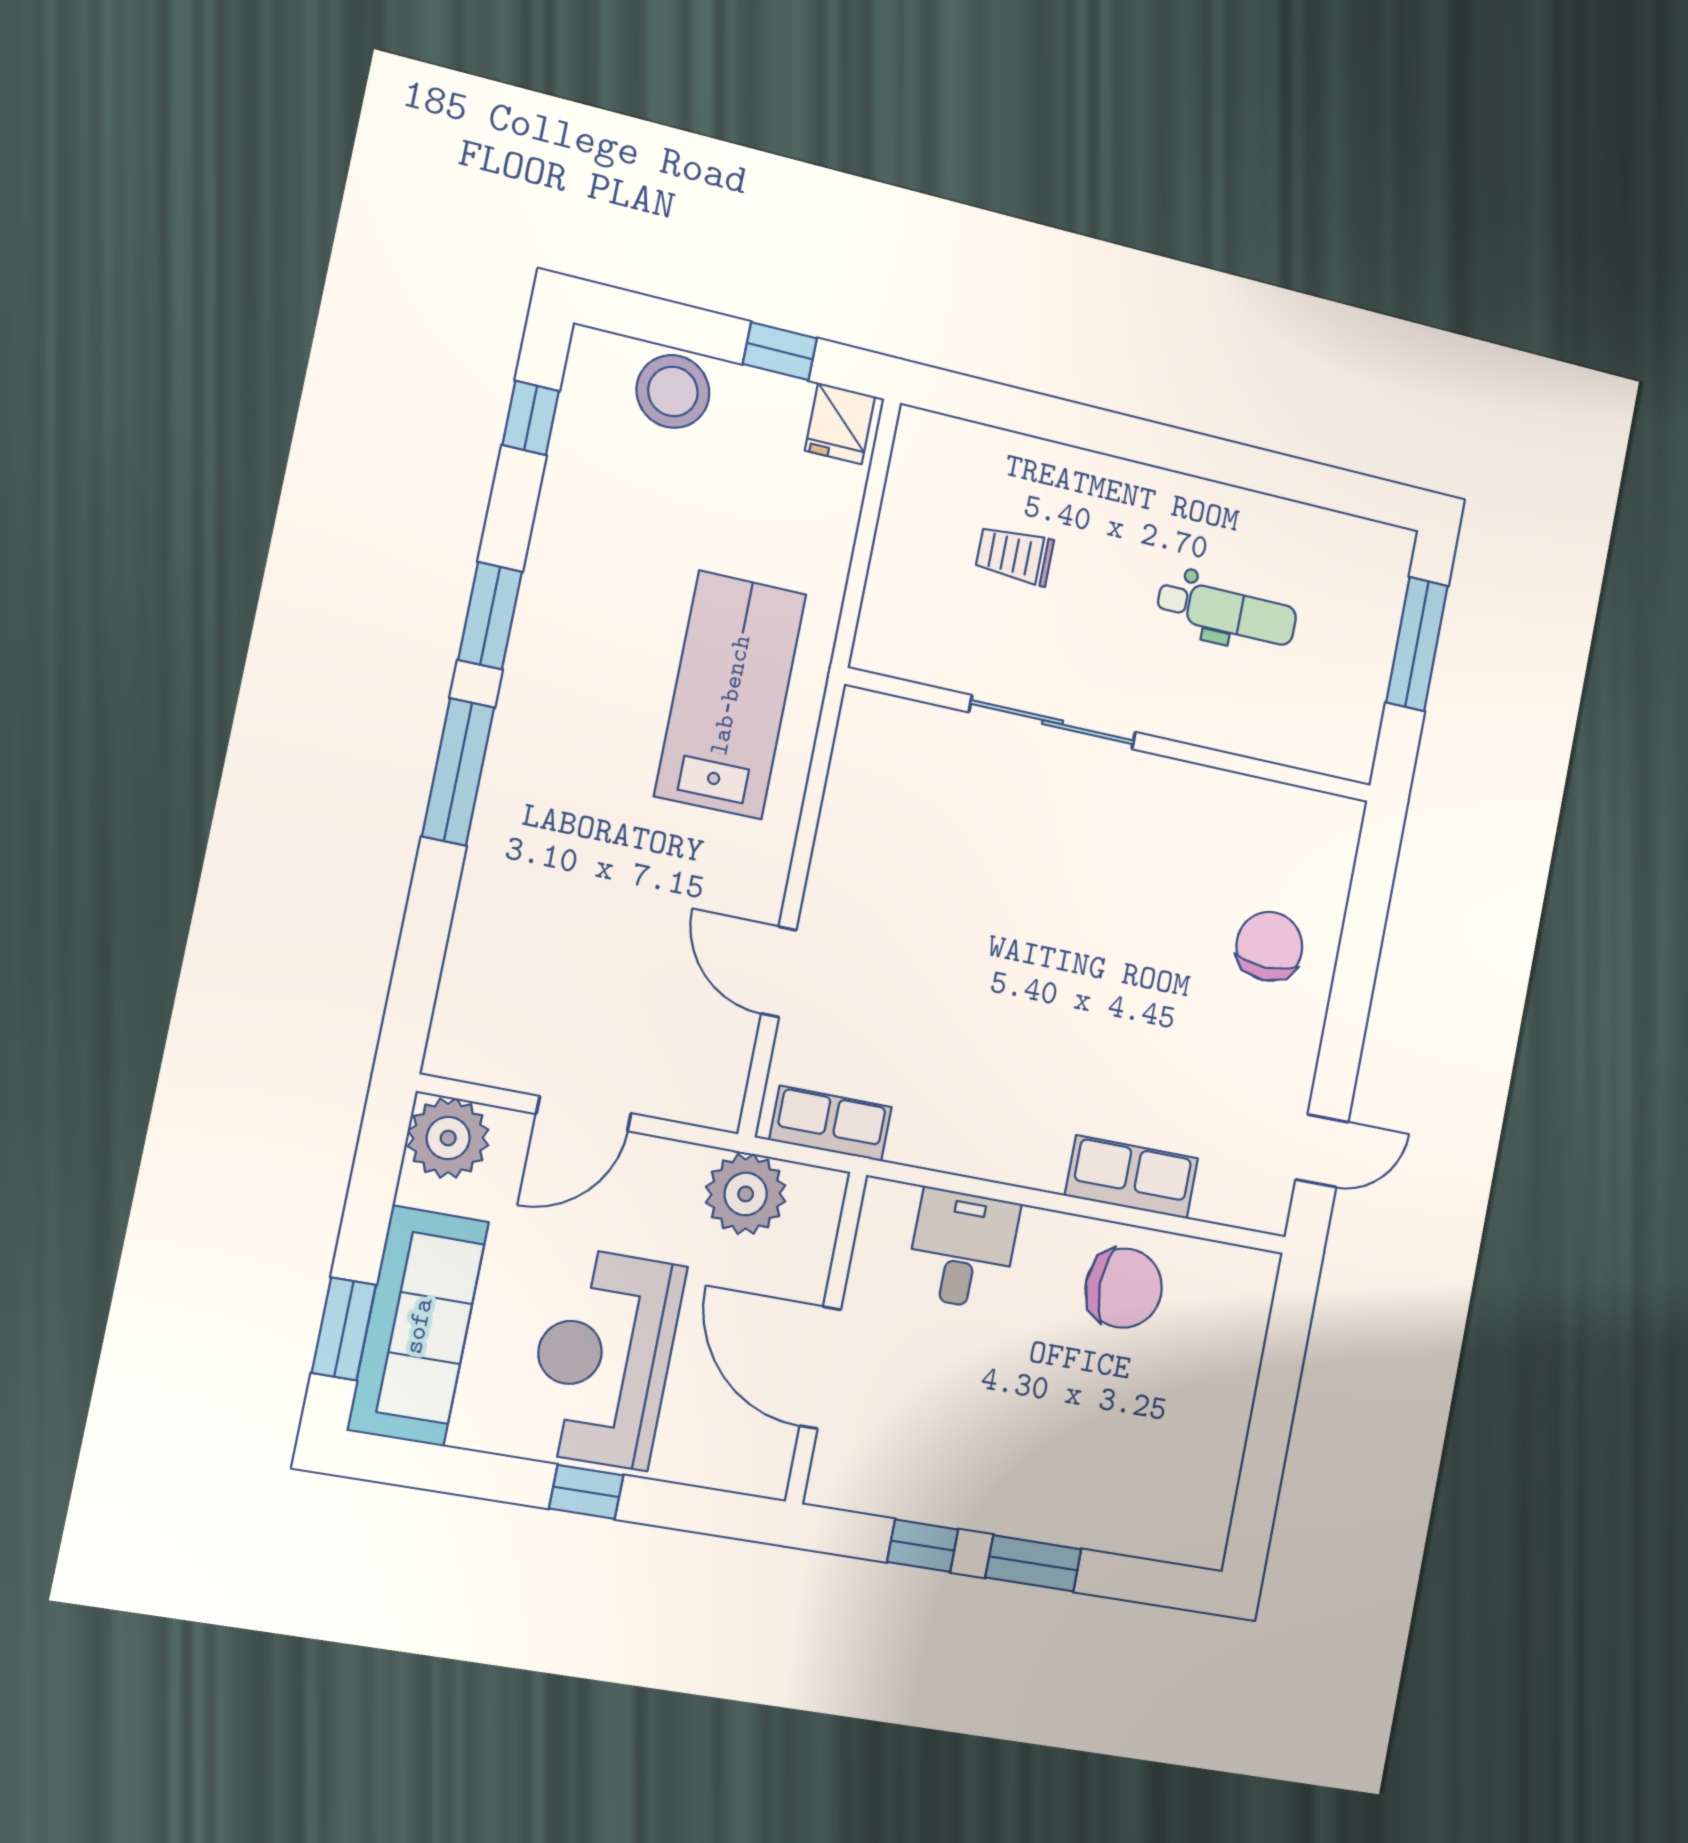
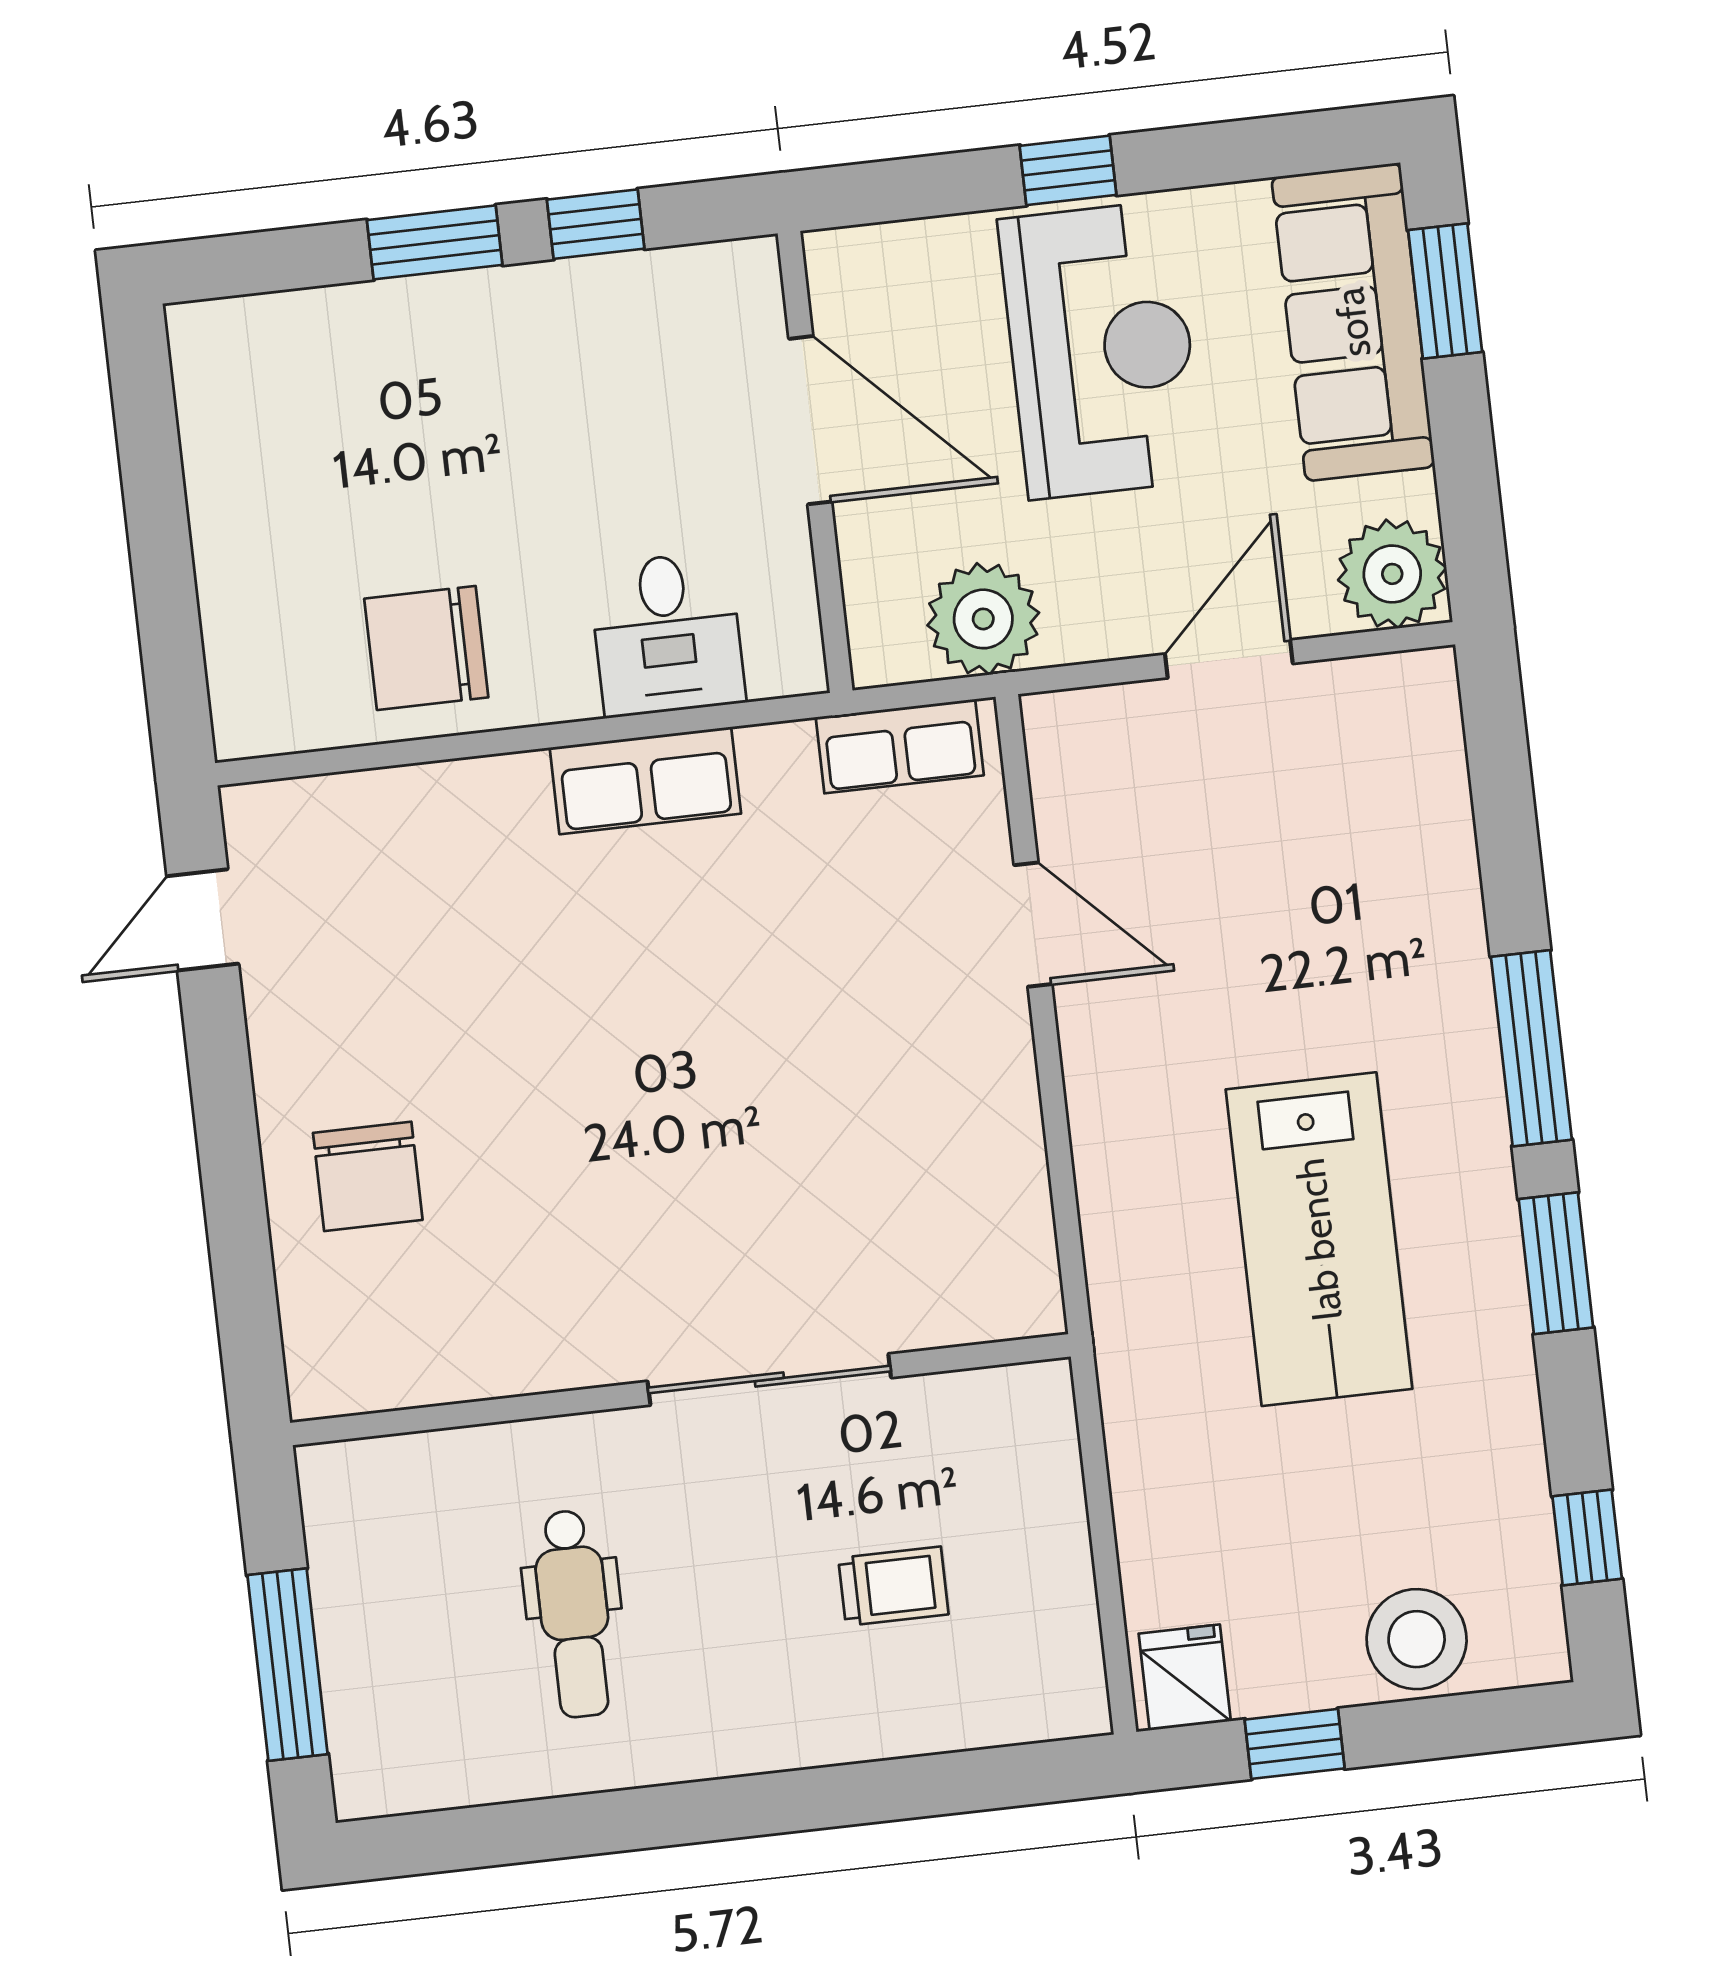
dental chair: (1227, 612) -> (574, 1614), turned -90
lab bench: (730, 695) -> (1319, 1239), moved
row of seats: (1132, 1177) -> (645, 781), moved

